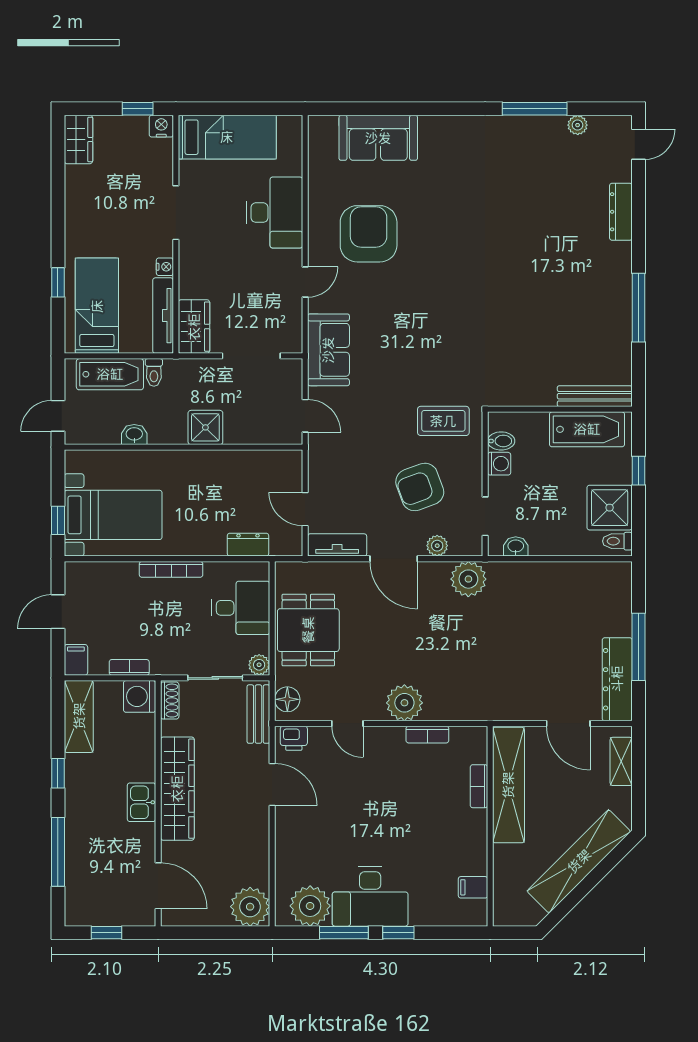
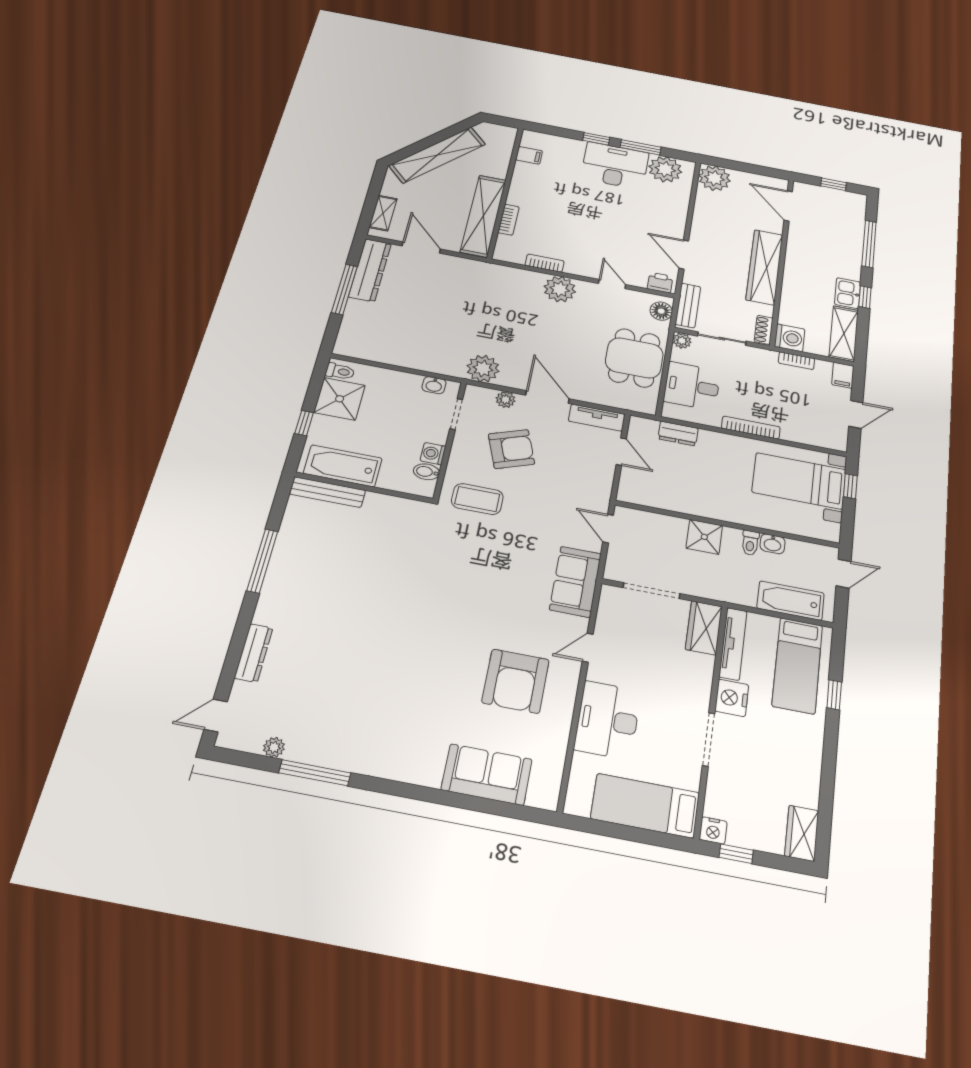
nightstand: (165, 267) -> (732, 698), width x1.89, depth x1.79
toilet: (154, 372) -> (750, 543), moved, turned 180
kitchen sink: (141, 802) -> (848, 293), moved, turned 180

